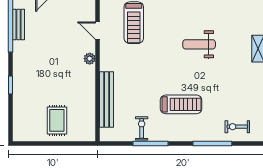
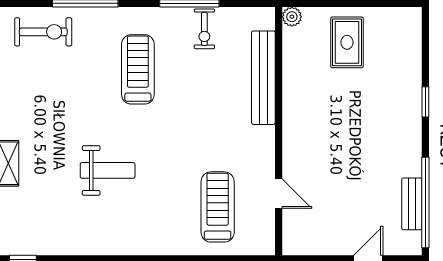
plant: (90, 59) -> (292, 17), moved
treadmill: (181, 104) -> (138, 69), turned 90
exercise bike: (237, 127) -> (43, 32), width x1.38, depth x1.39

